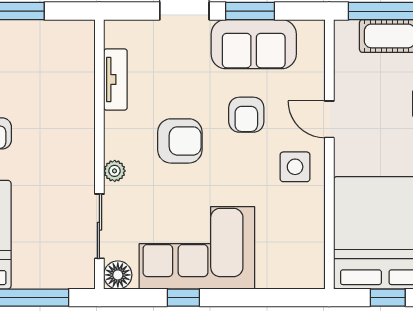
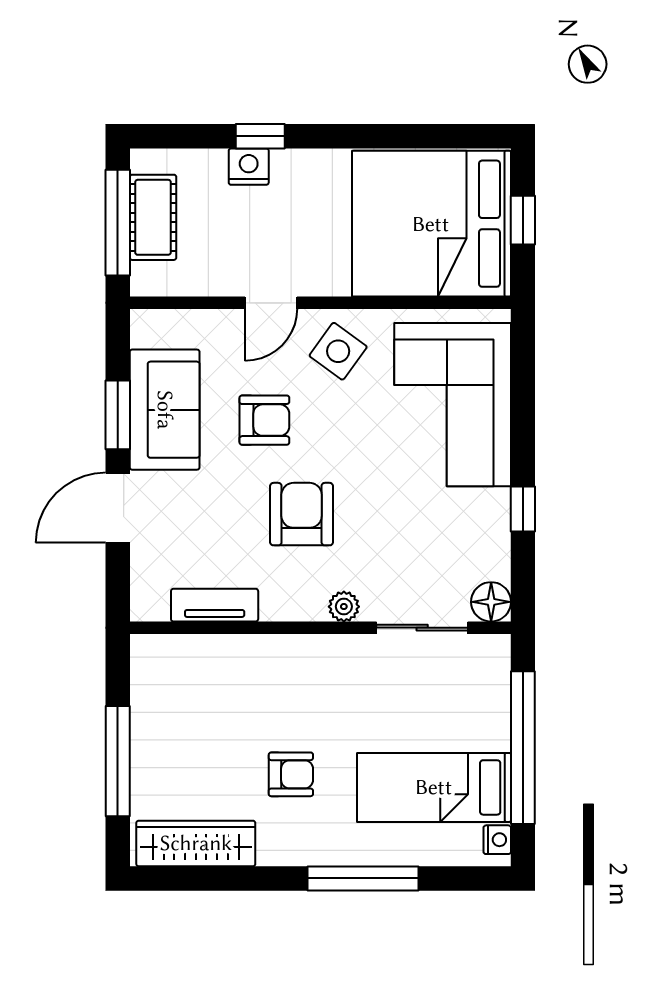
side table: (295, 167) -> (338, 351), turned 36
corner sofa: (197, 248) -> (453, 405), moved

